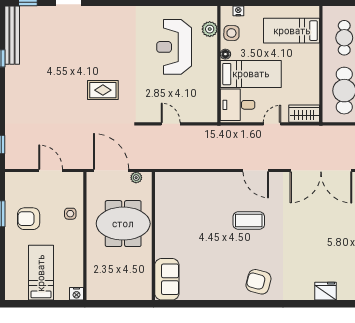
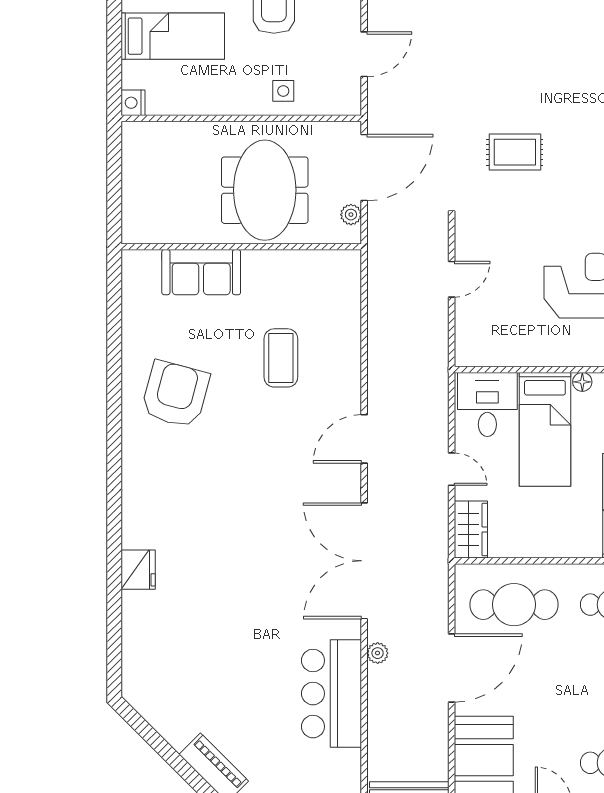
rug: (103, 90) -> (515, 152), turned 90
coffee table: (249, 221) -> (281, 358), moved
sofa: (167, 279) -> (201, 272), moved
armchair: (258, 282) -> (175, 394), moved, width x1.36, depth x1.36

